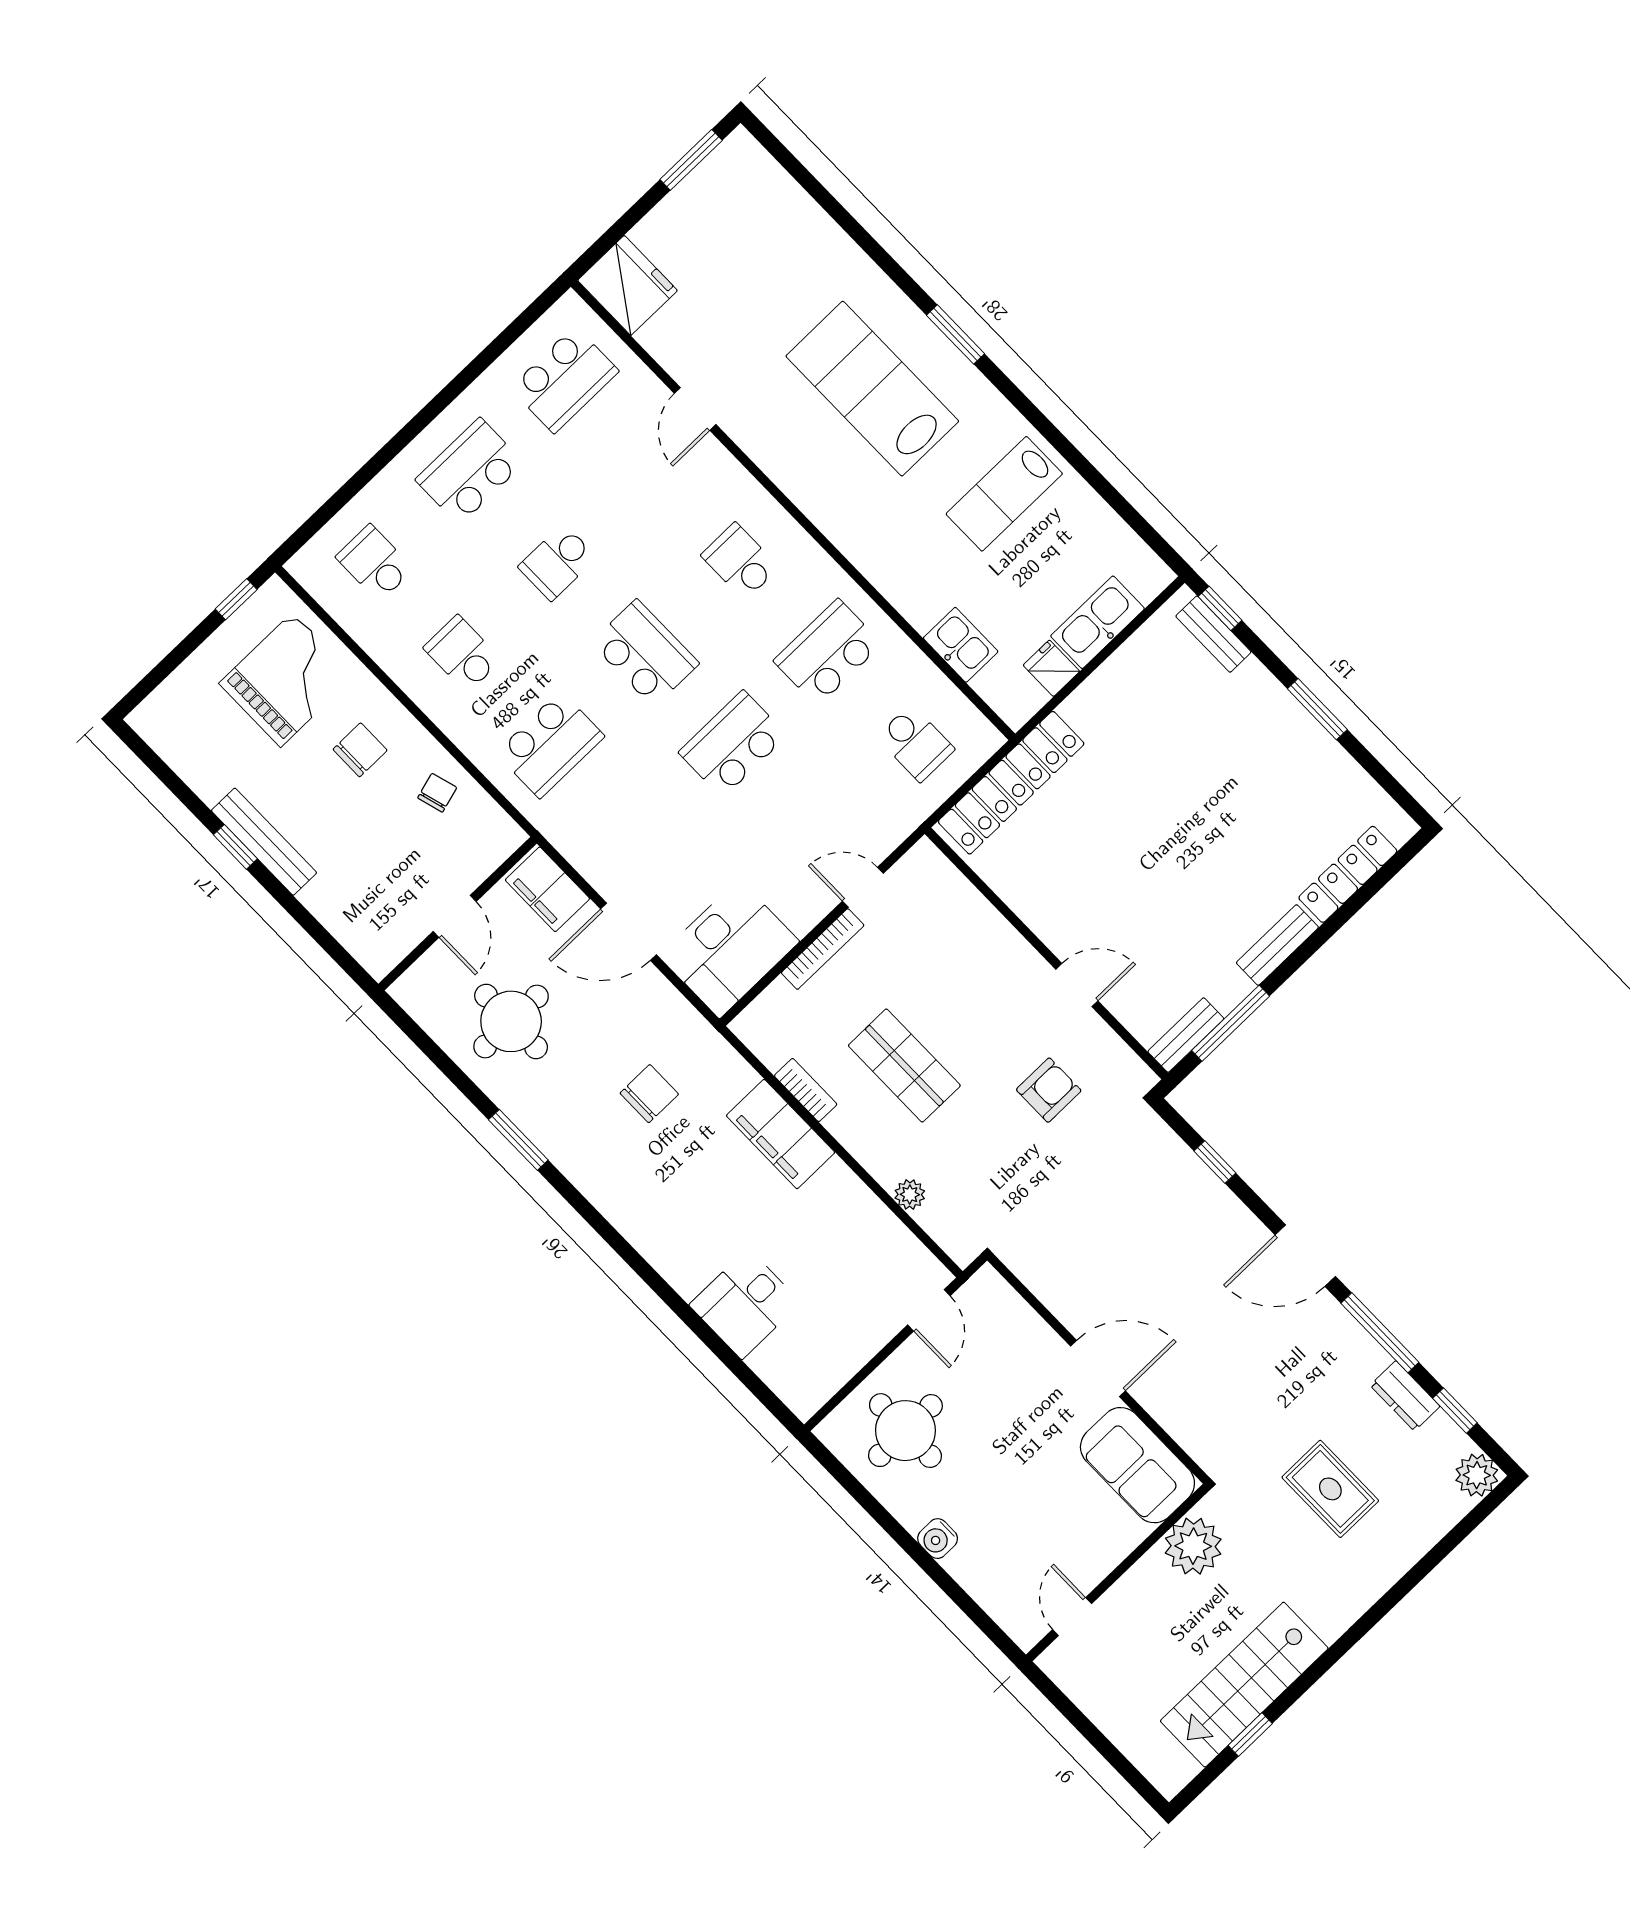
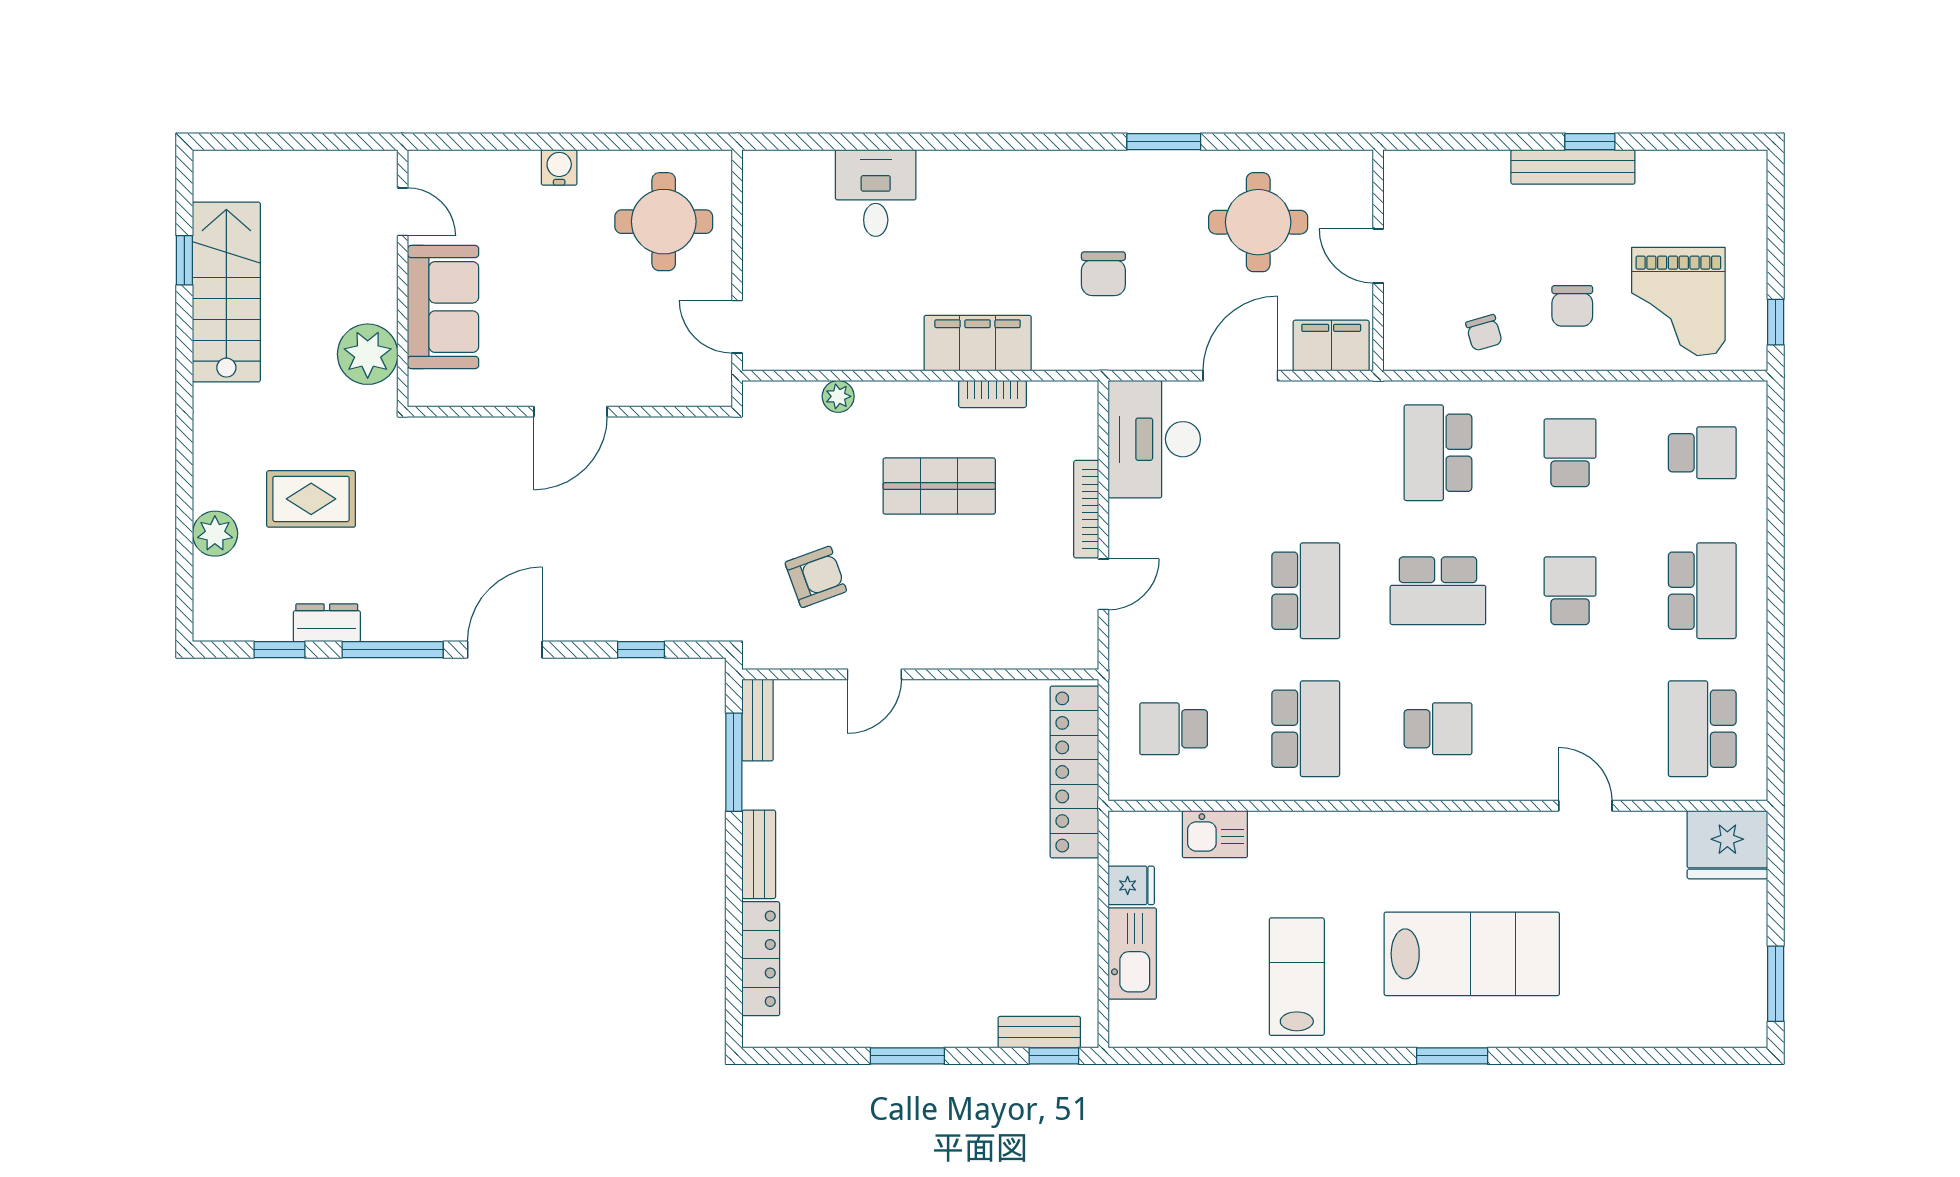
school desk: (462, 654) -> (1570, 453), turned -90
armchair: (1049, 1090) -> (816, 577), turned -110
sofa: (1137, 1465) -> (443, 307), moved, turned 90
plant: (1477, 1475) -> (215, 534), moved

